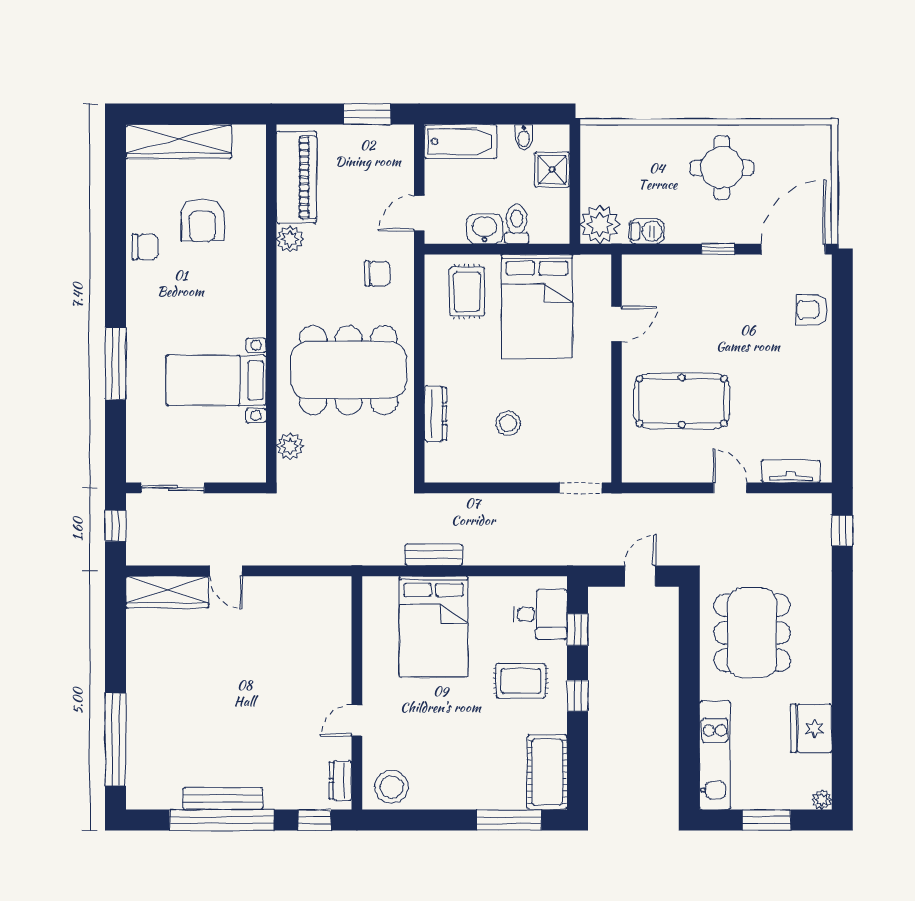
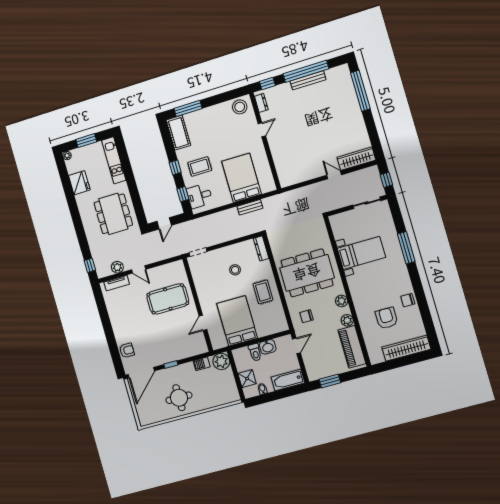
rug: (467, 291) -> (263, 292), moved
dresser: (435, 414) -> (261, 248), moved
plant: (290, 446) -> (342, 301), moved
plant: (778, 507) -> (117, 267), added

